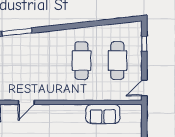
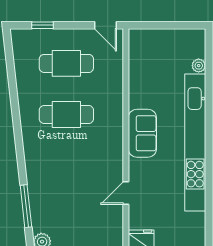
door: (26, 102) -> (126, 193), swing flipped
sofa: (103, 114) -> (142, 133), moved

